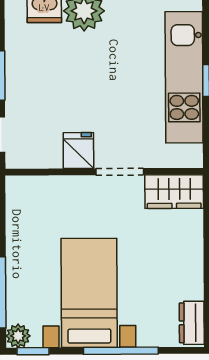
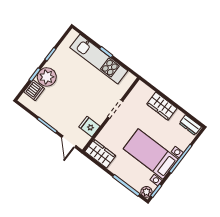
fridge: (78, 150) -> (89, 127), moved
wardrobe: (174, 192) -> (162, 106), moved, turned 90
wardrobe: (23, 205) -> (100, 154), added

